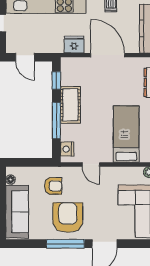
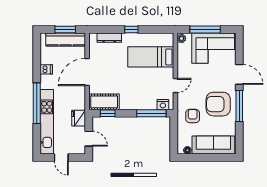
fridge: (74, 45) -> (79, 118), moved
door: (25, 57) -> (89, 139), hinge flipped
cot: (70, 105) -> (104, 102), moved
window: (56, 121) -> (151, 113), moved

